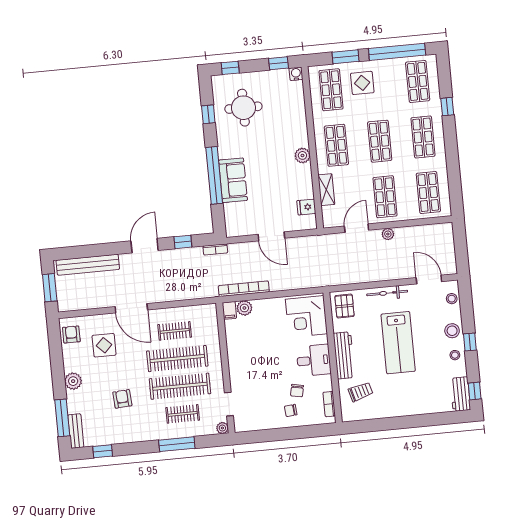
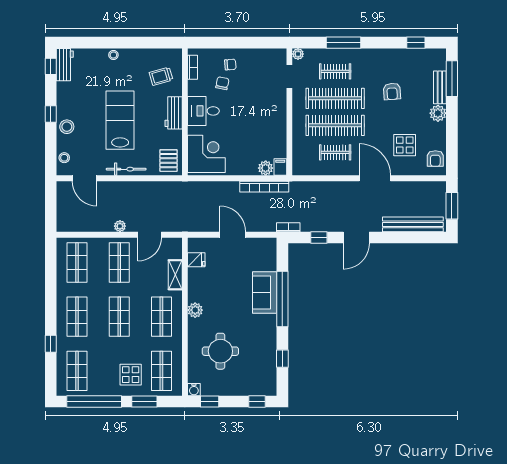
round table: (243, 108) -> (220, 351), moved
workbench: (344, 355) -> (174, 113), width x0.73
stool: (455, 355) -> (113, 55), moved
bench: (76, 431) -> (440, 87), moved

